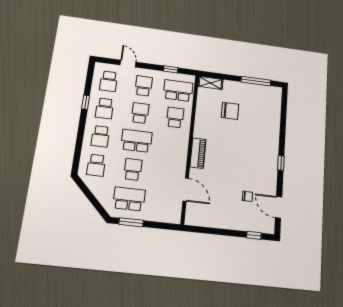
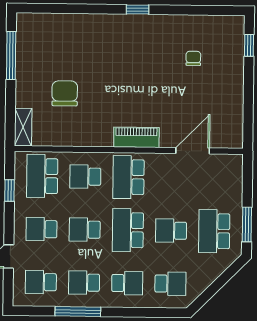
school desk: (109, 81) -> (41, 282), turned 180
window: (86, 102) -> (78, 311), width x2.17
school desk: (105, 108) -> (84, 283), turned 180
school desk: (172, 145) -> (129, 177), added
door: (279, 207) -> (205, 10), removed

